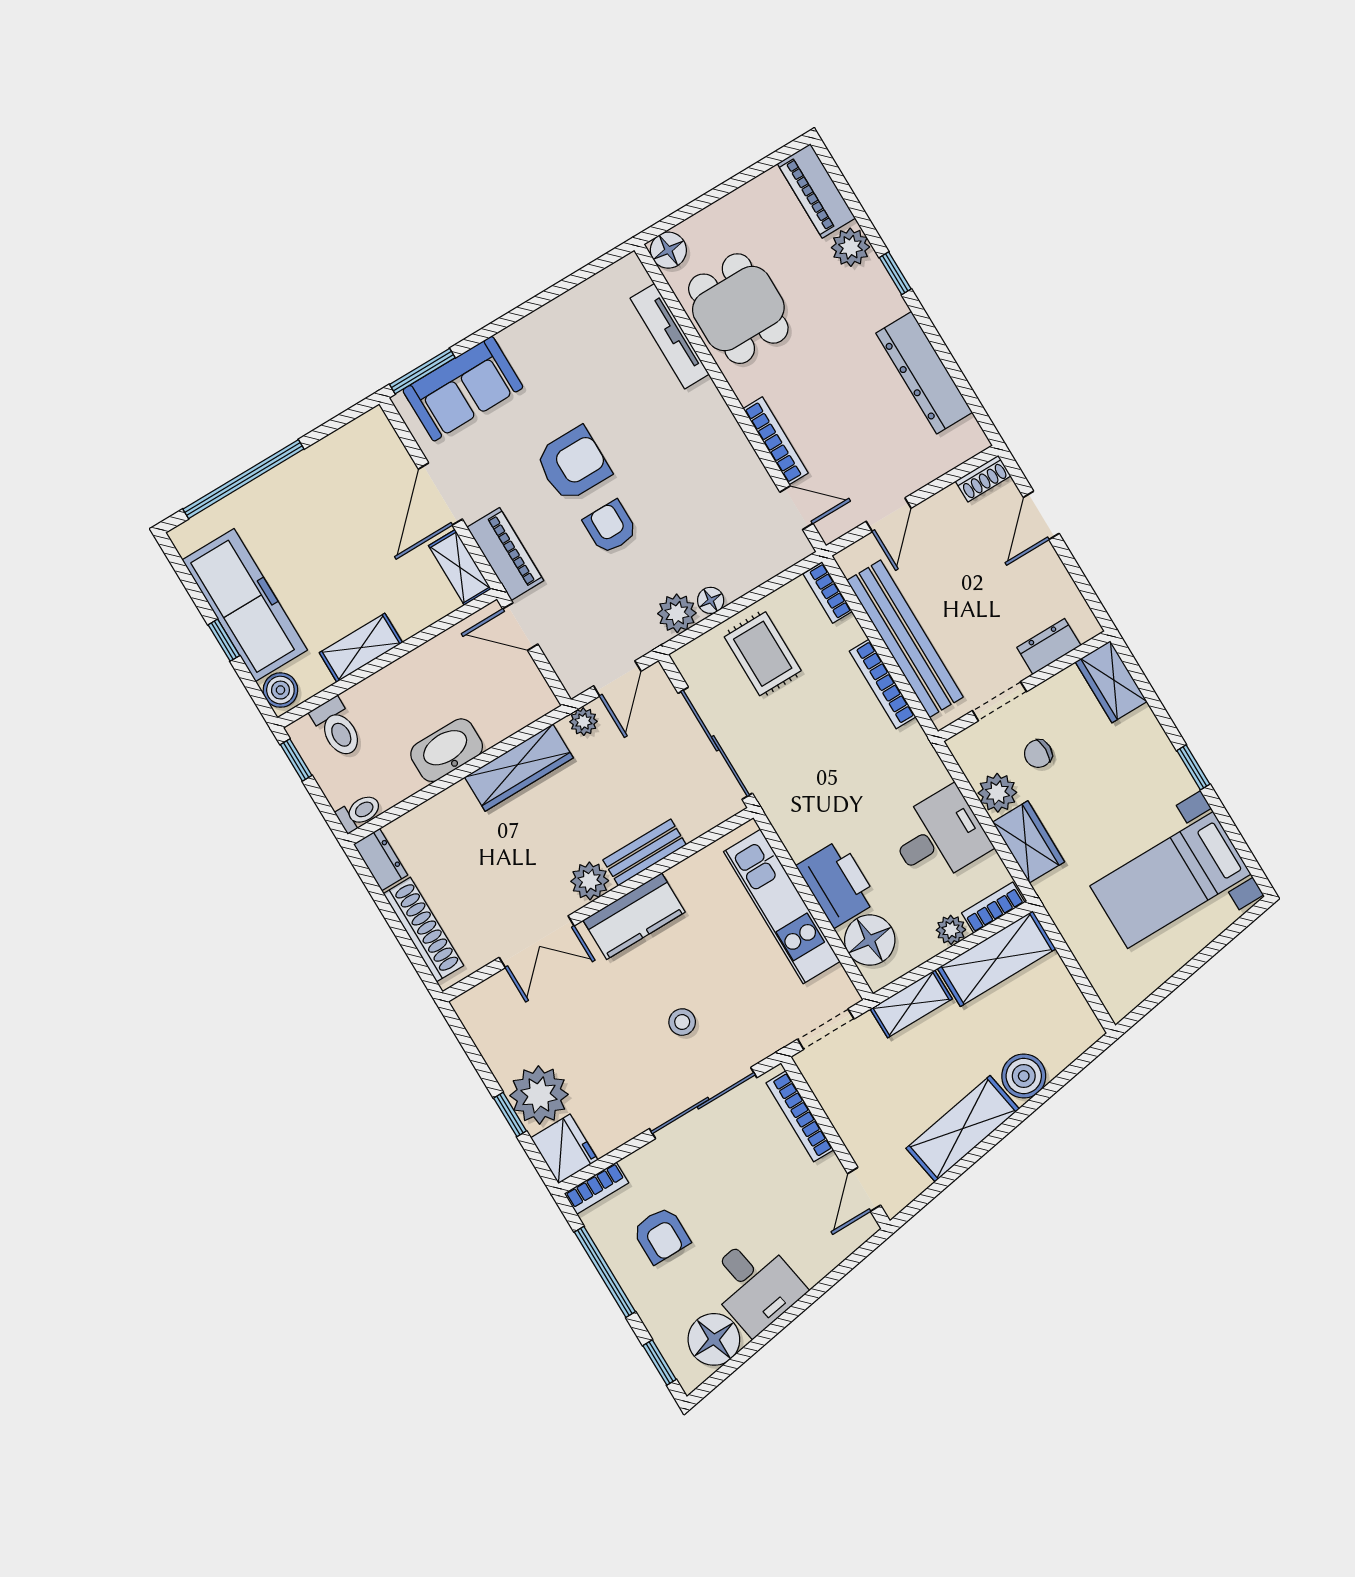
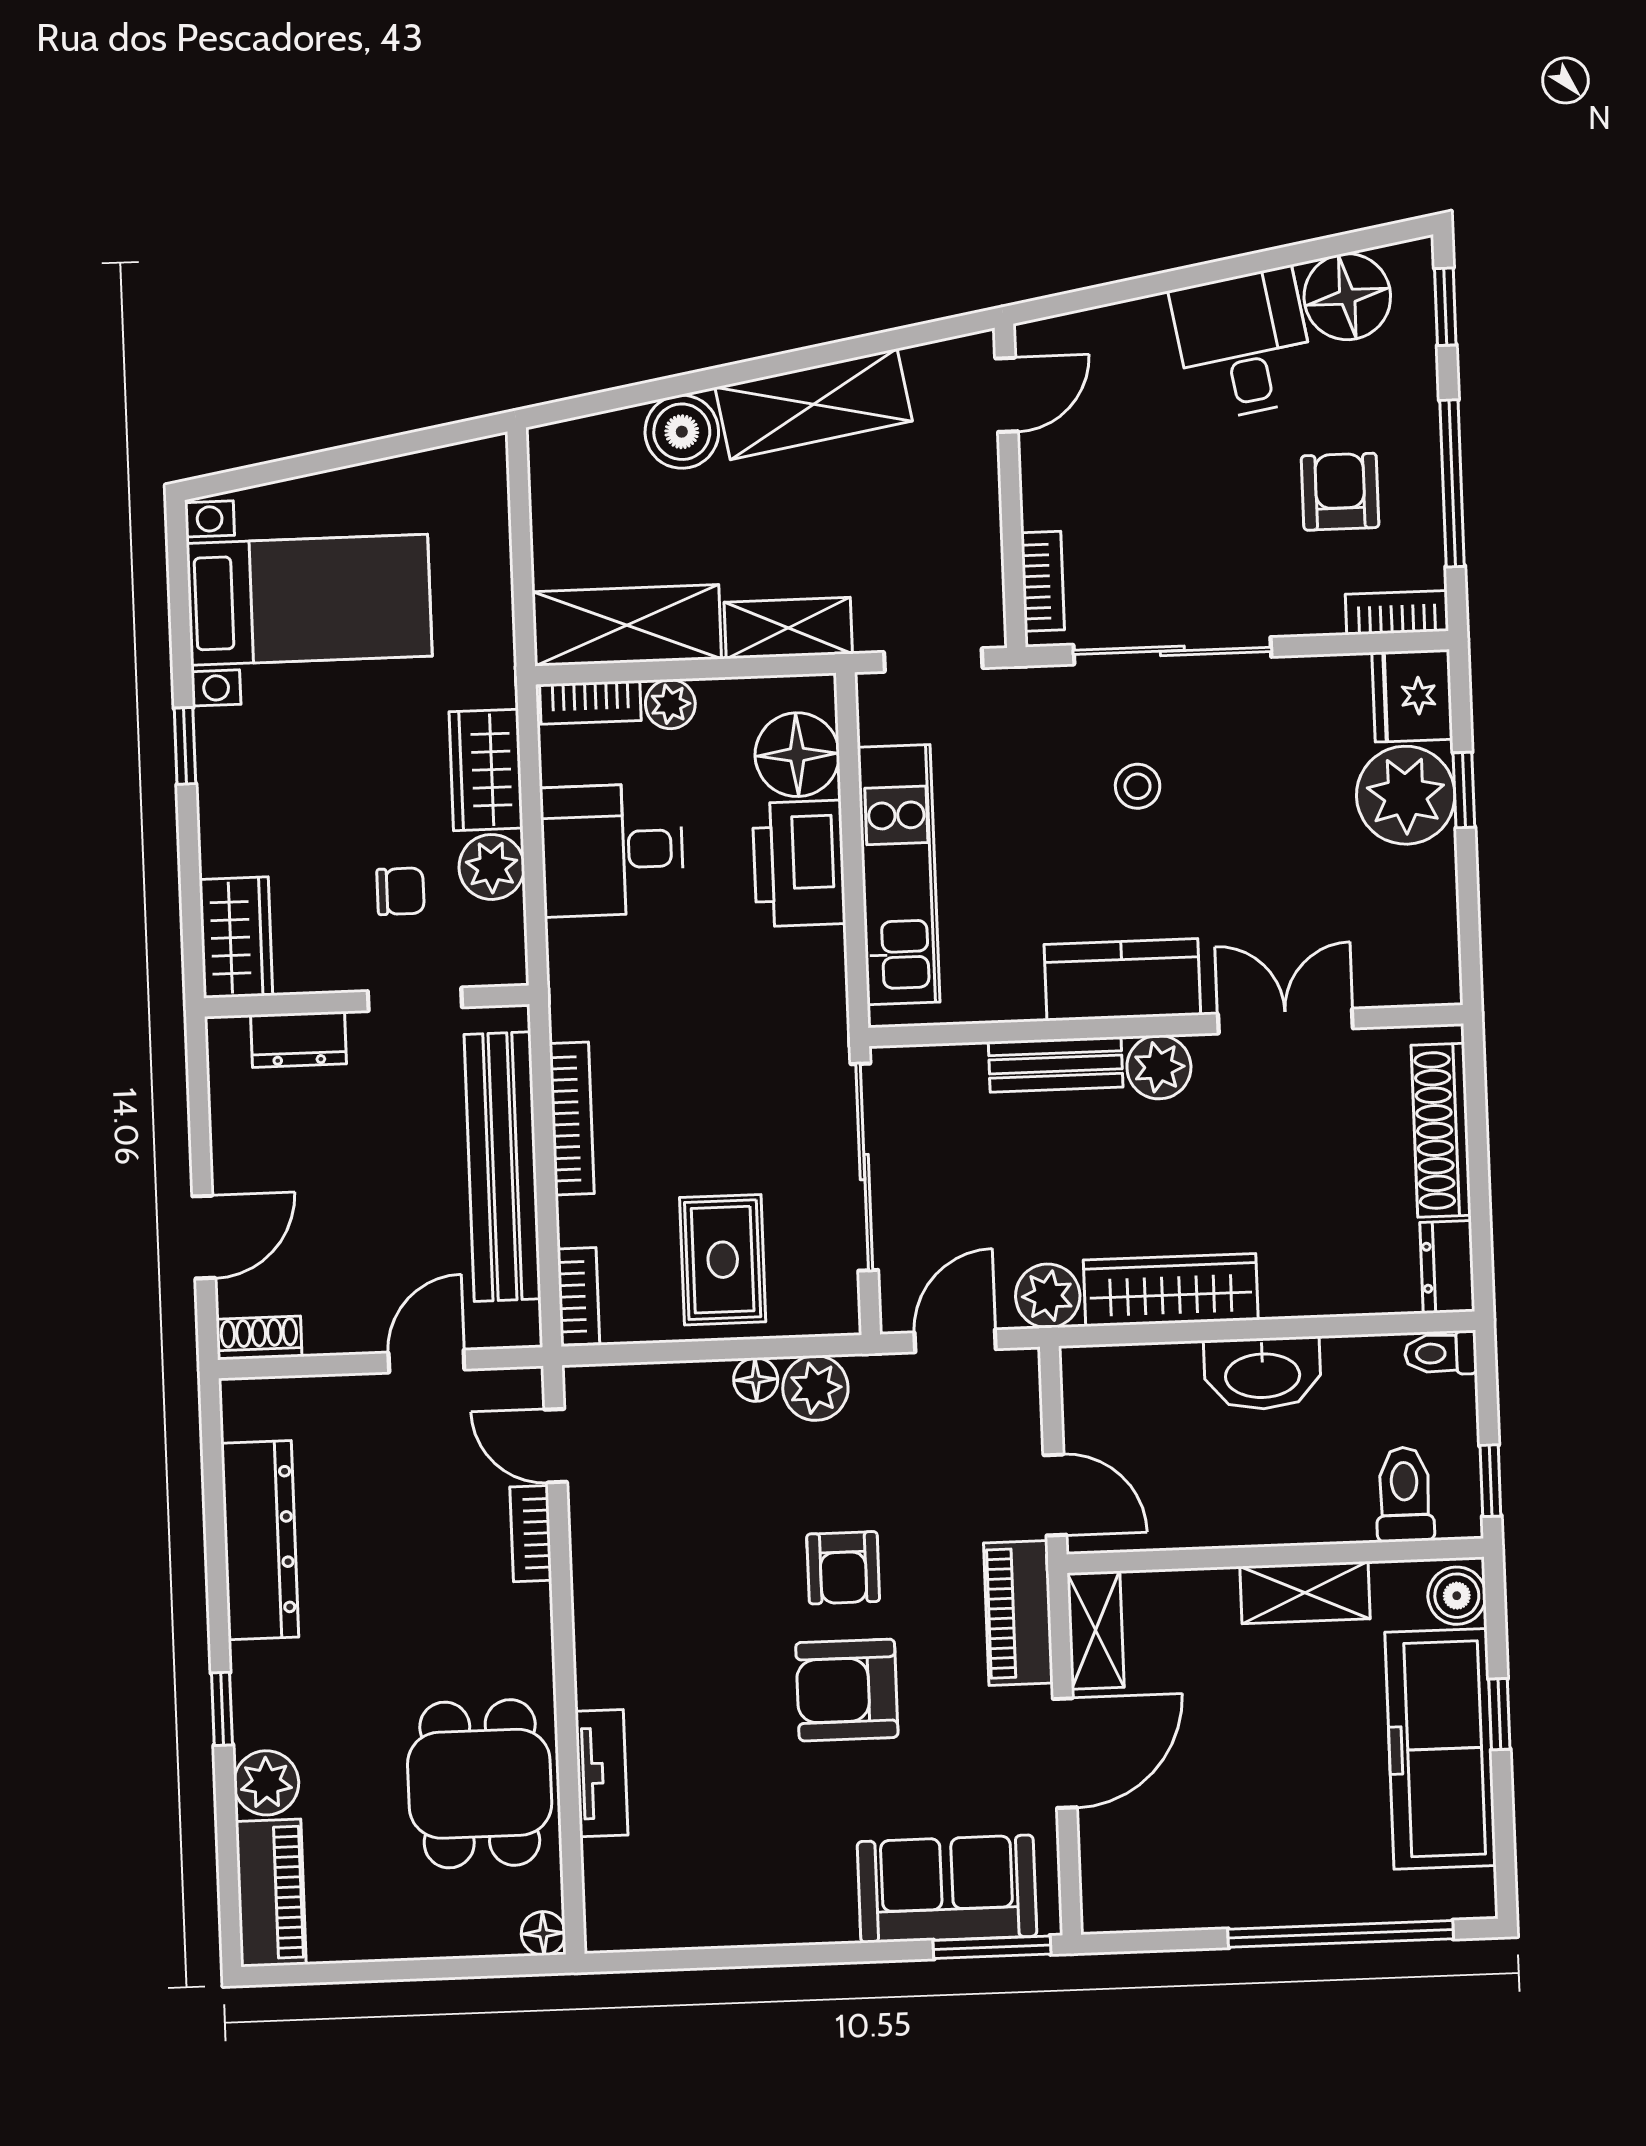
floor lamp: (668, 250) -> (543, 1933), width x0.73, depth x0.73
tv unit: (670, 336) -> (602, 1773), width x0.71
bookcase: (776, 441) -> (531, 1534), width x0.64
plant: (584, 722) -> (1048, 1296), width x1.38, depth x1.38
bookcase: (800, 1116) -> (1043, 581), width x0.64

